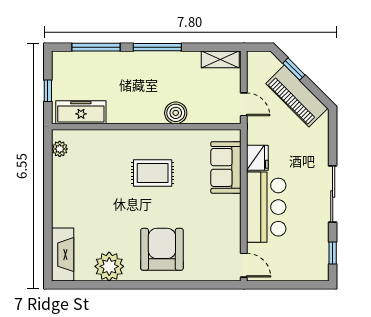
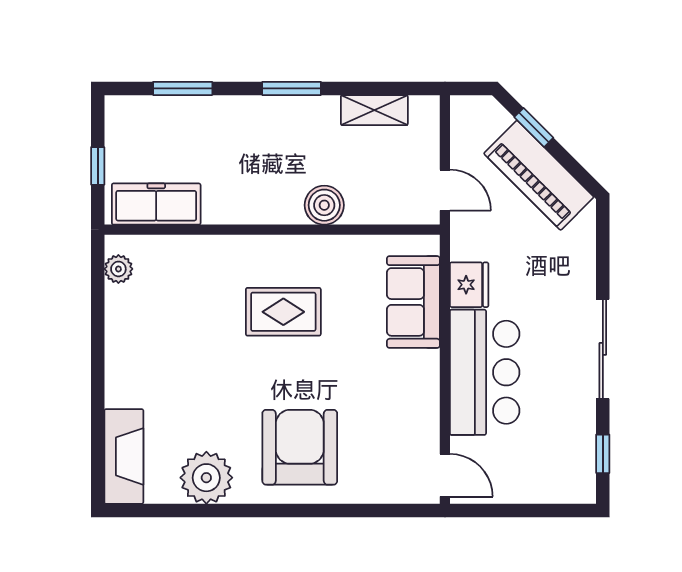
window: (96, 47) -> (183, 88), width x0.69
window: (157, 47) -> (292, 88), width x0.69
shelving: (220, 59) -> (374, 110), moved

